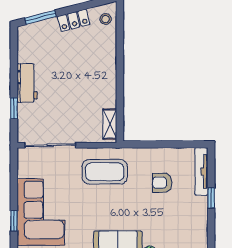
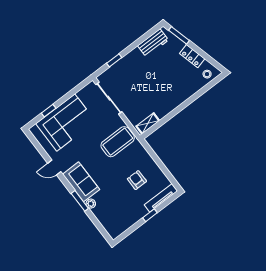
workbench: (27, 83) -> (153, 43), moved
coffee table: (105, 172) -> (118, 142), turned 90

